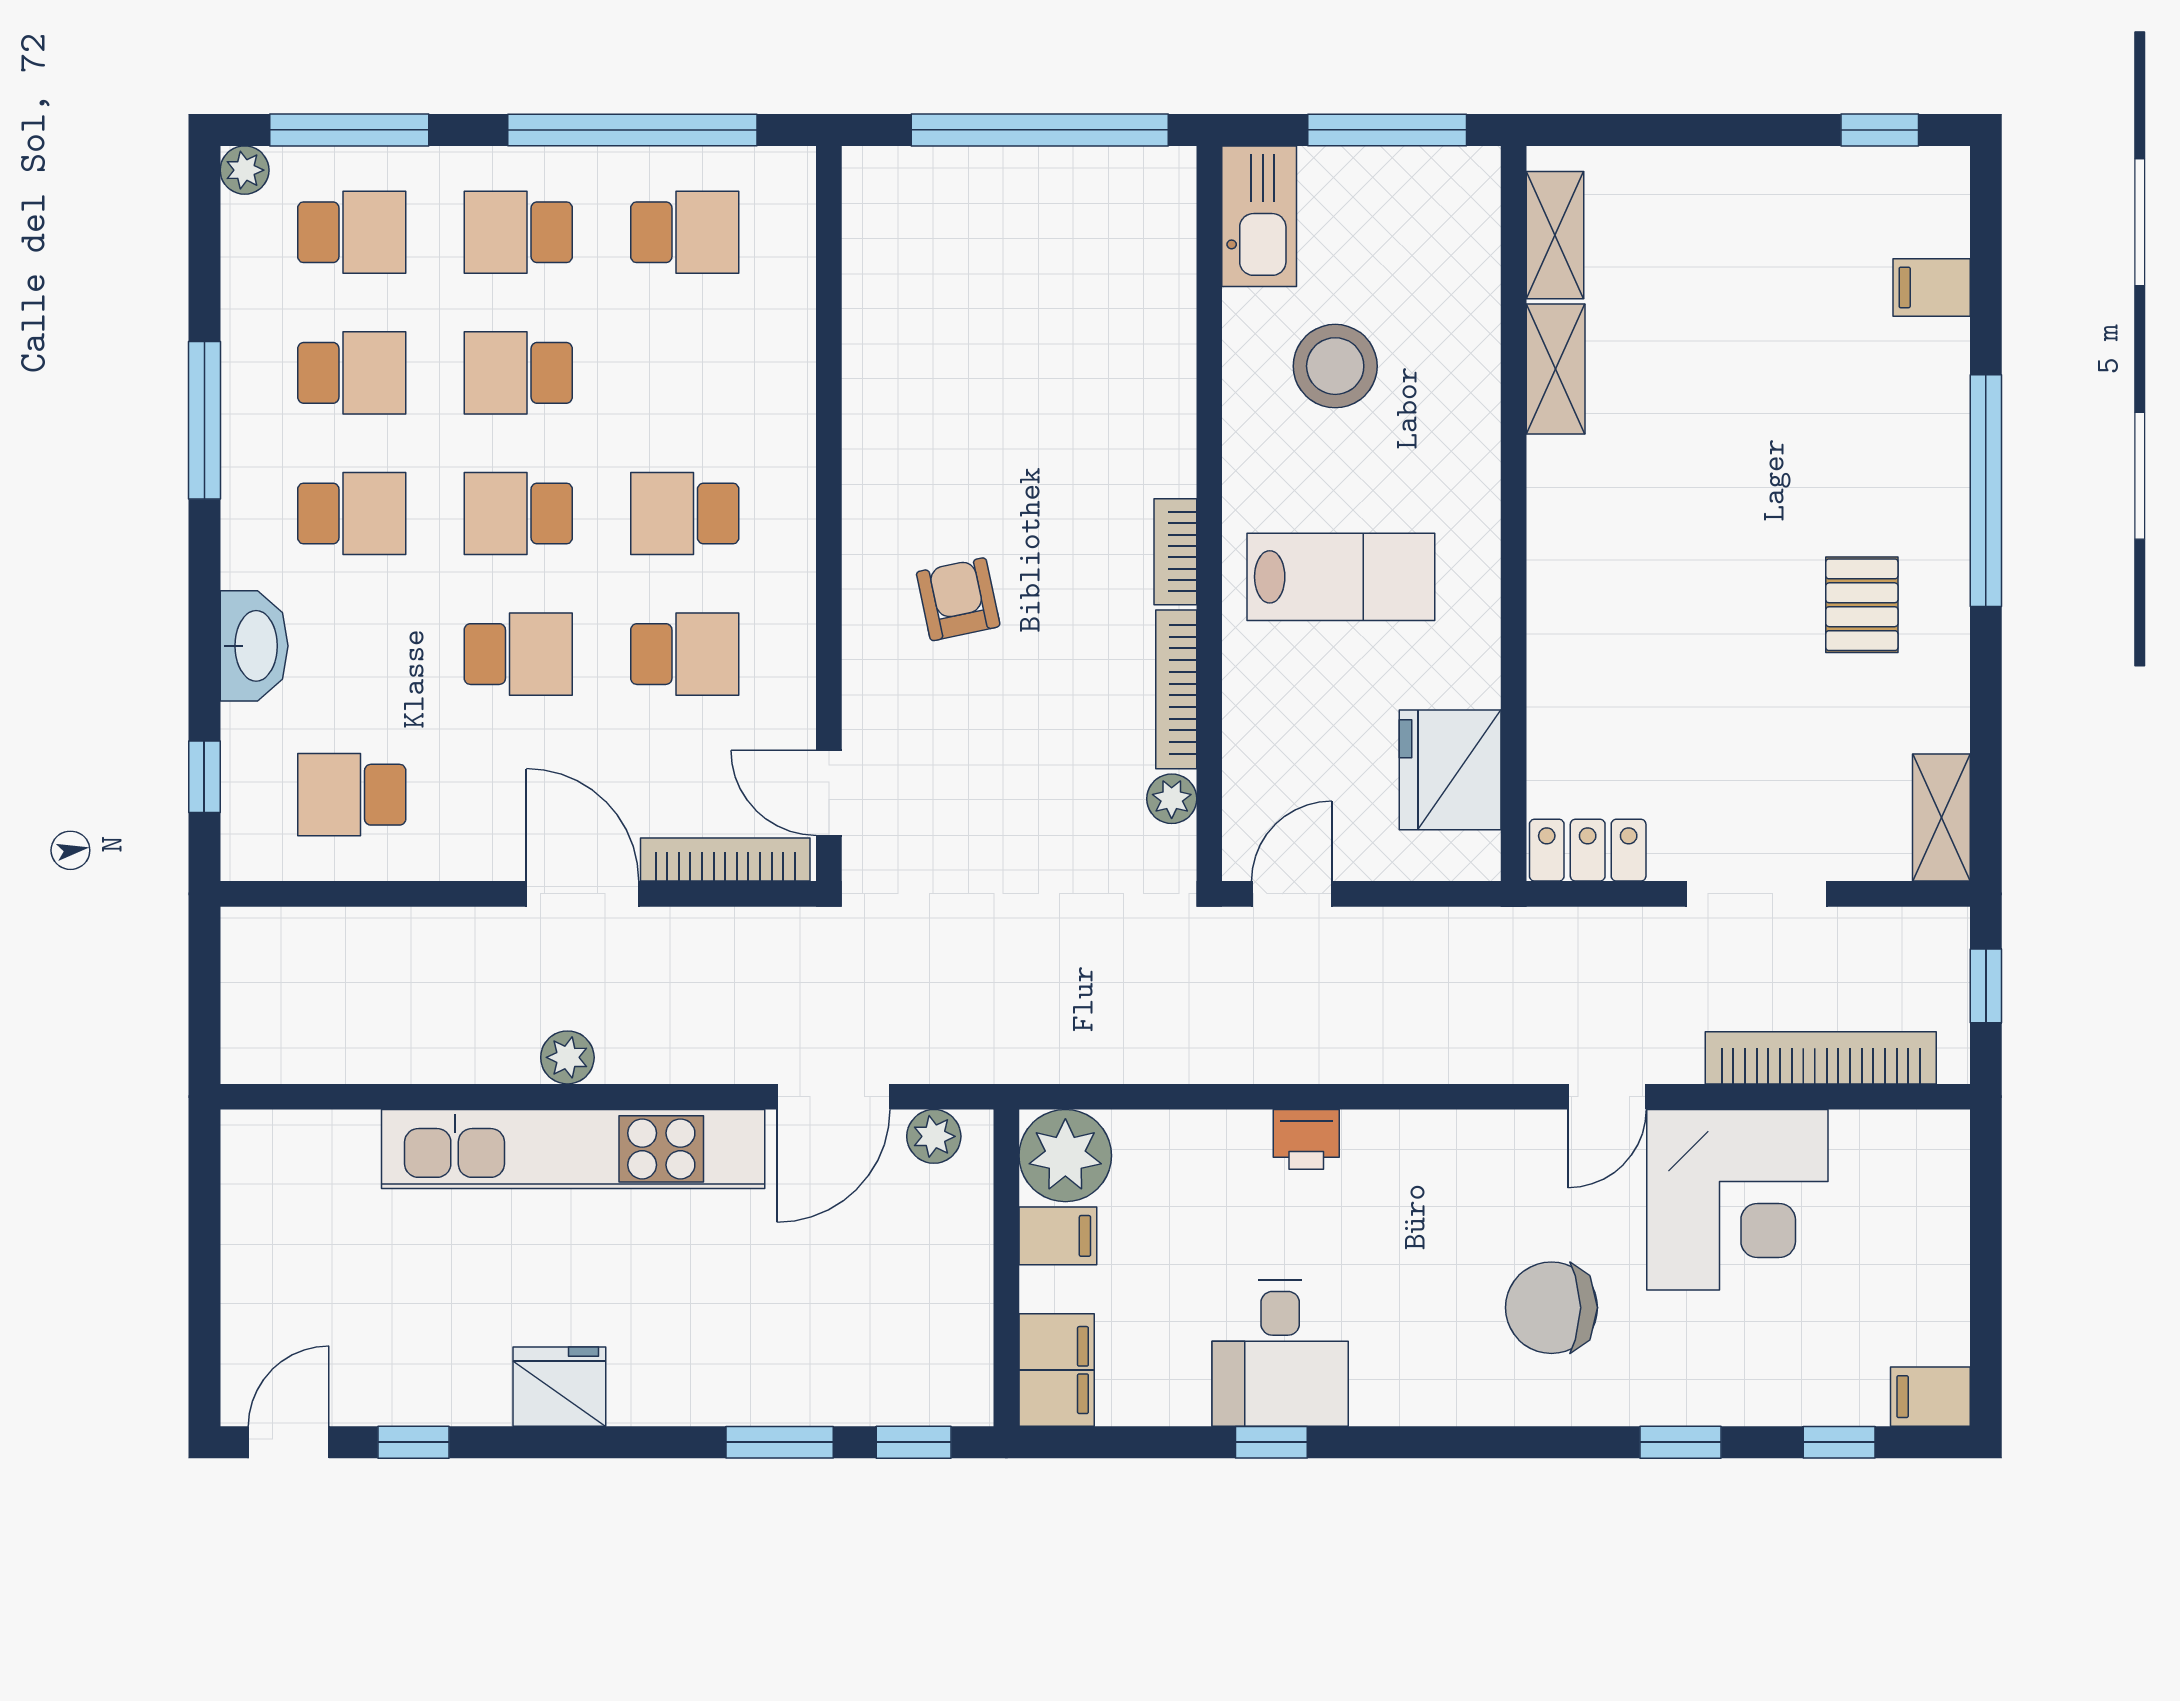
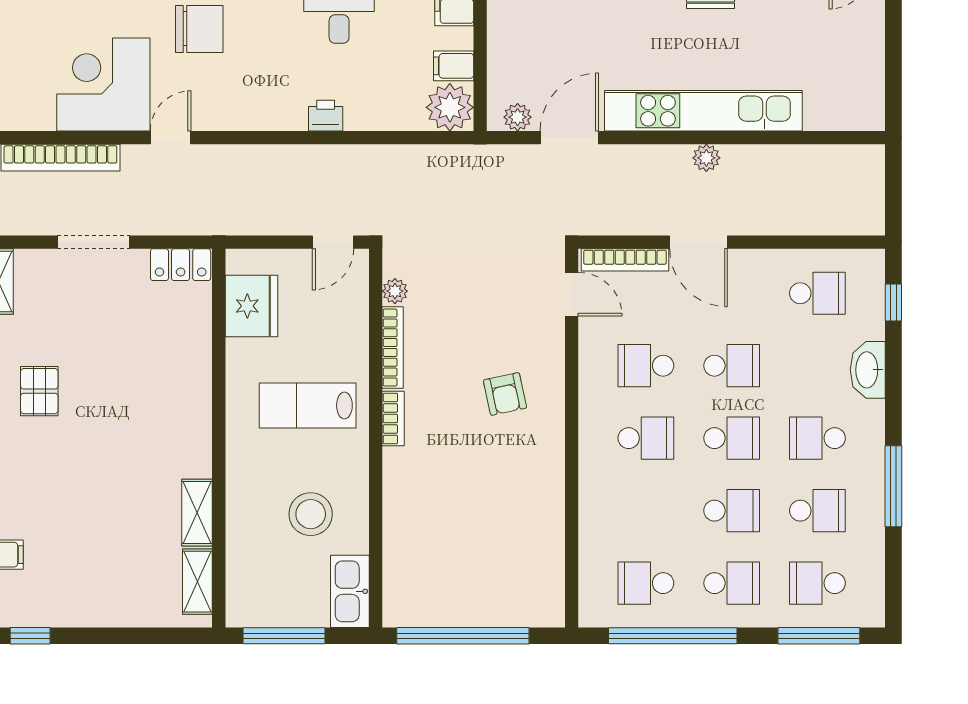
plant: (245, 170) -> (873, 615), removed
school desk: (352, 373) -> (817, 511), turned 180
school desk: (518, 654) -> (732, 366), turned 180

